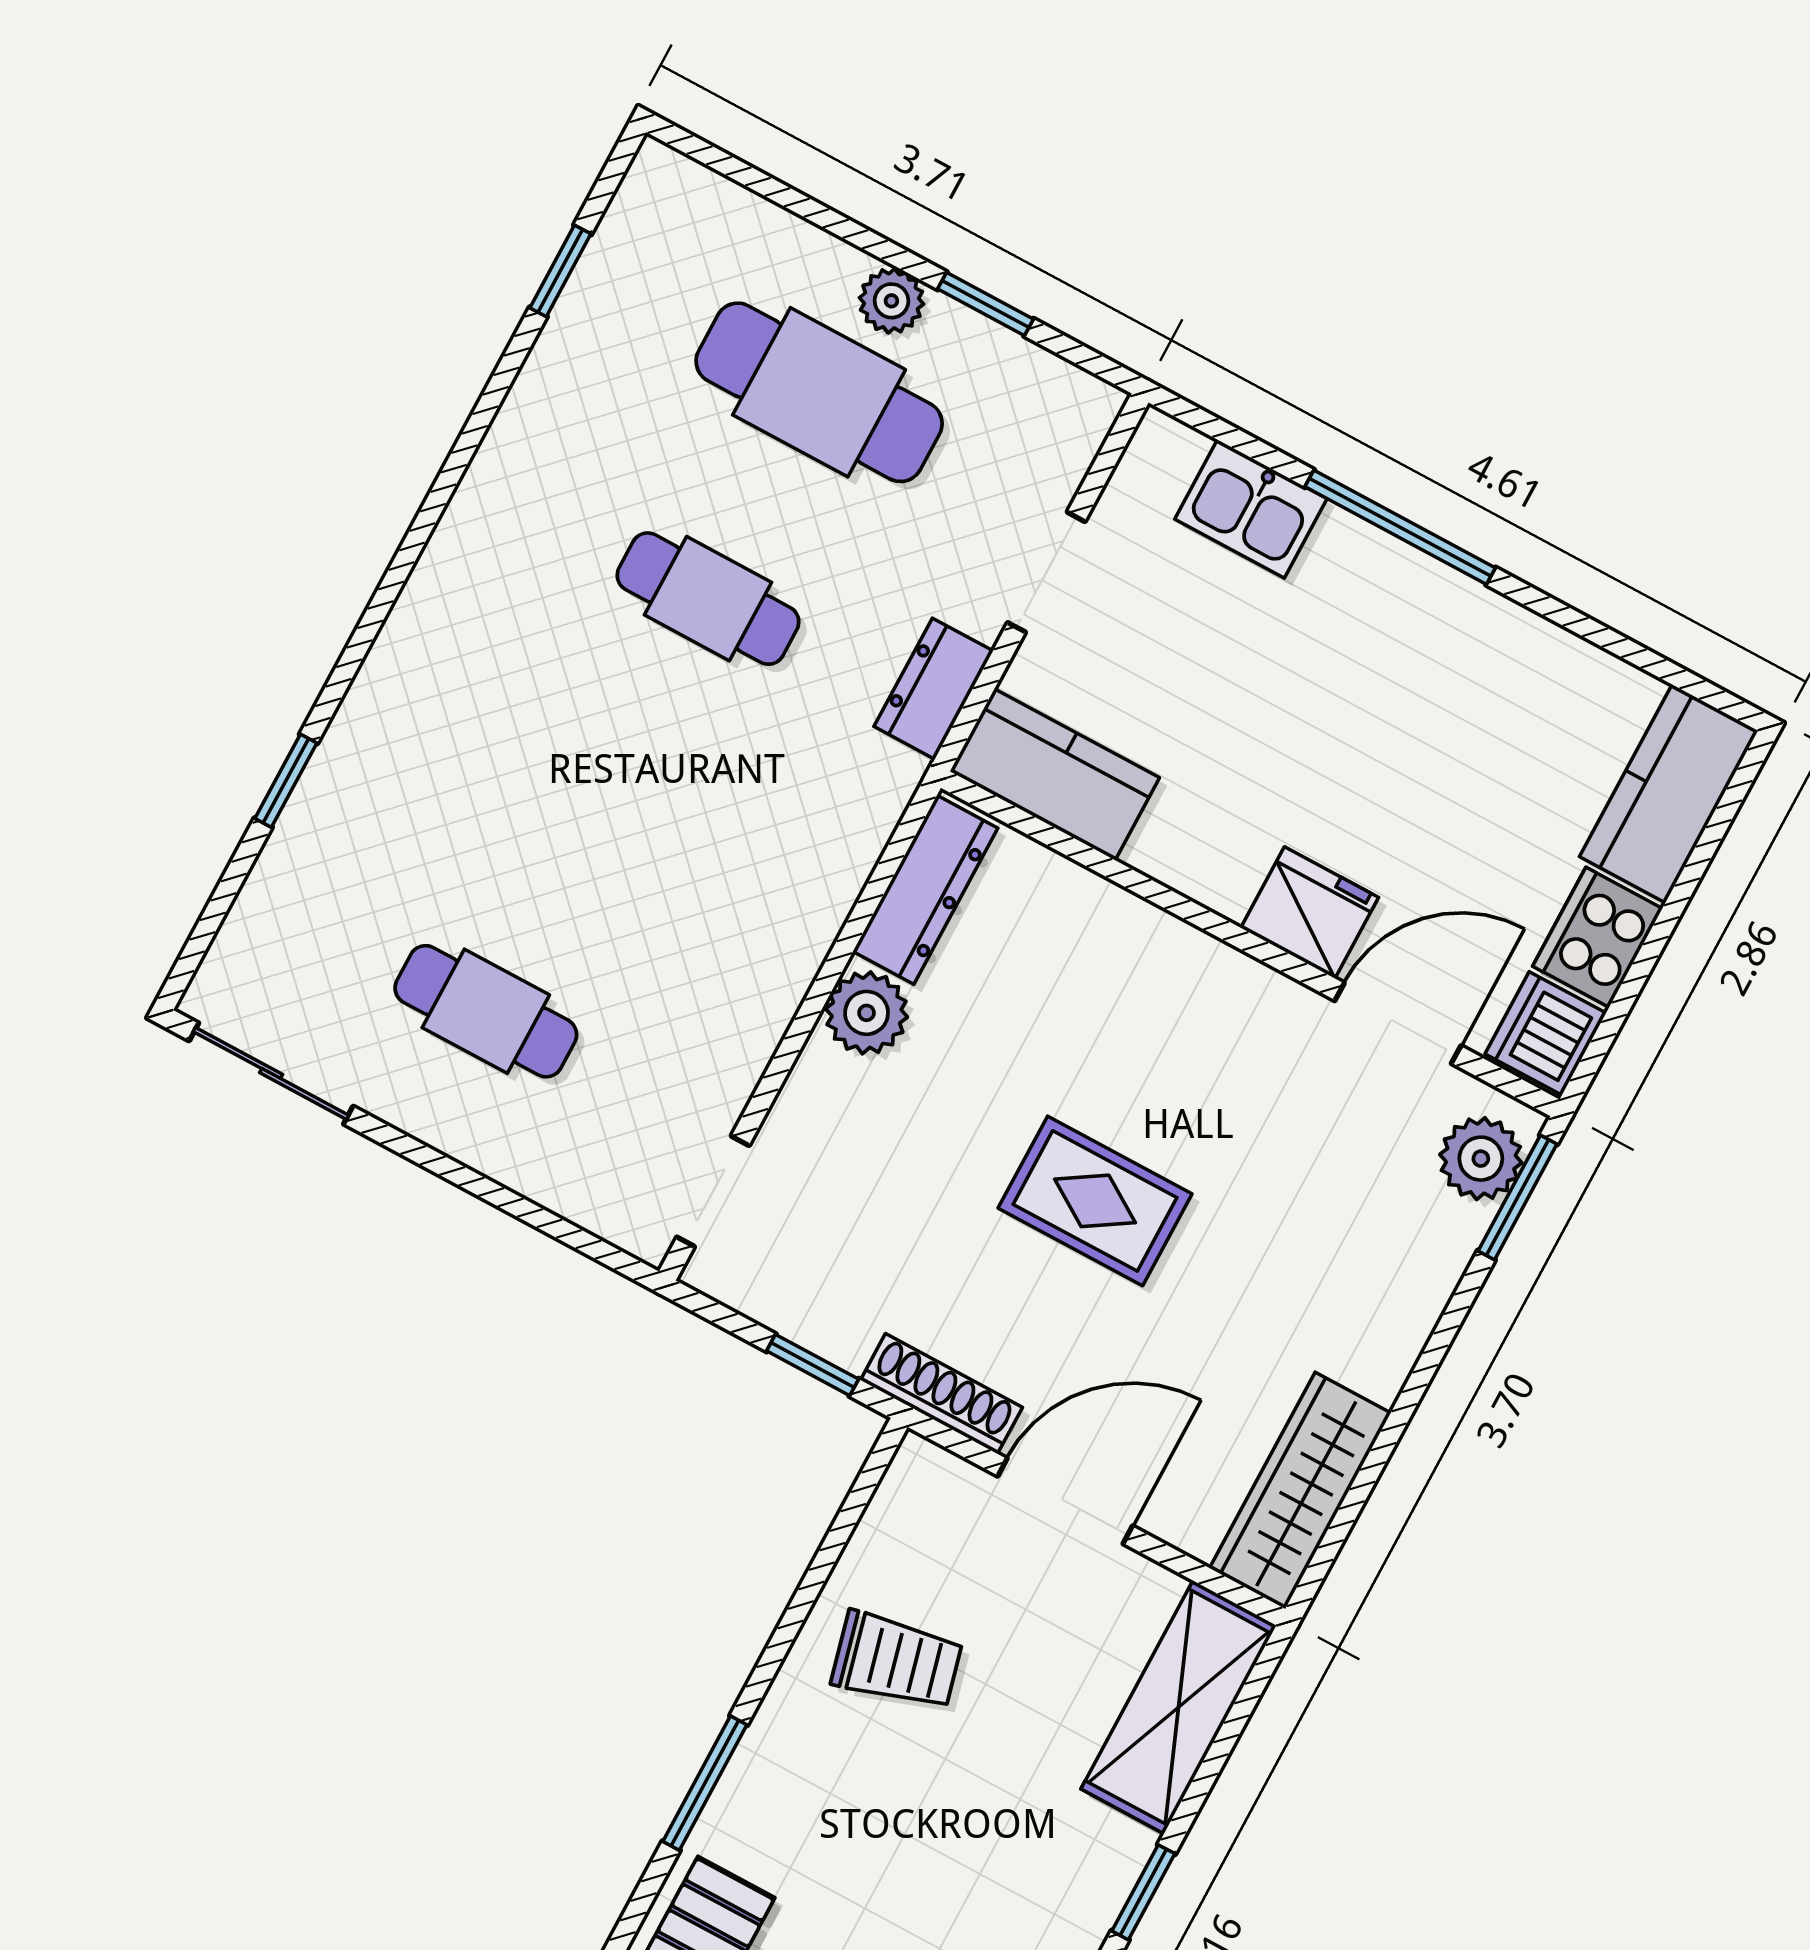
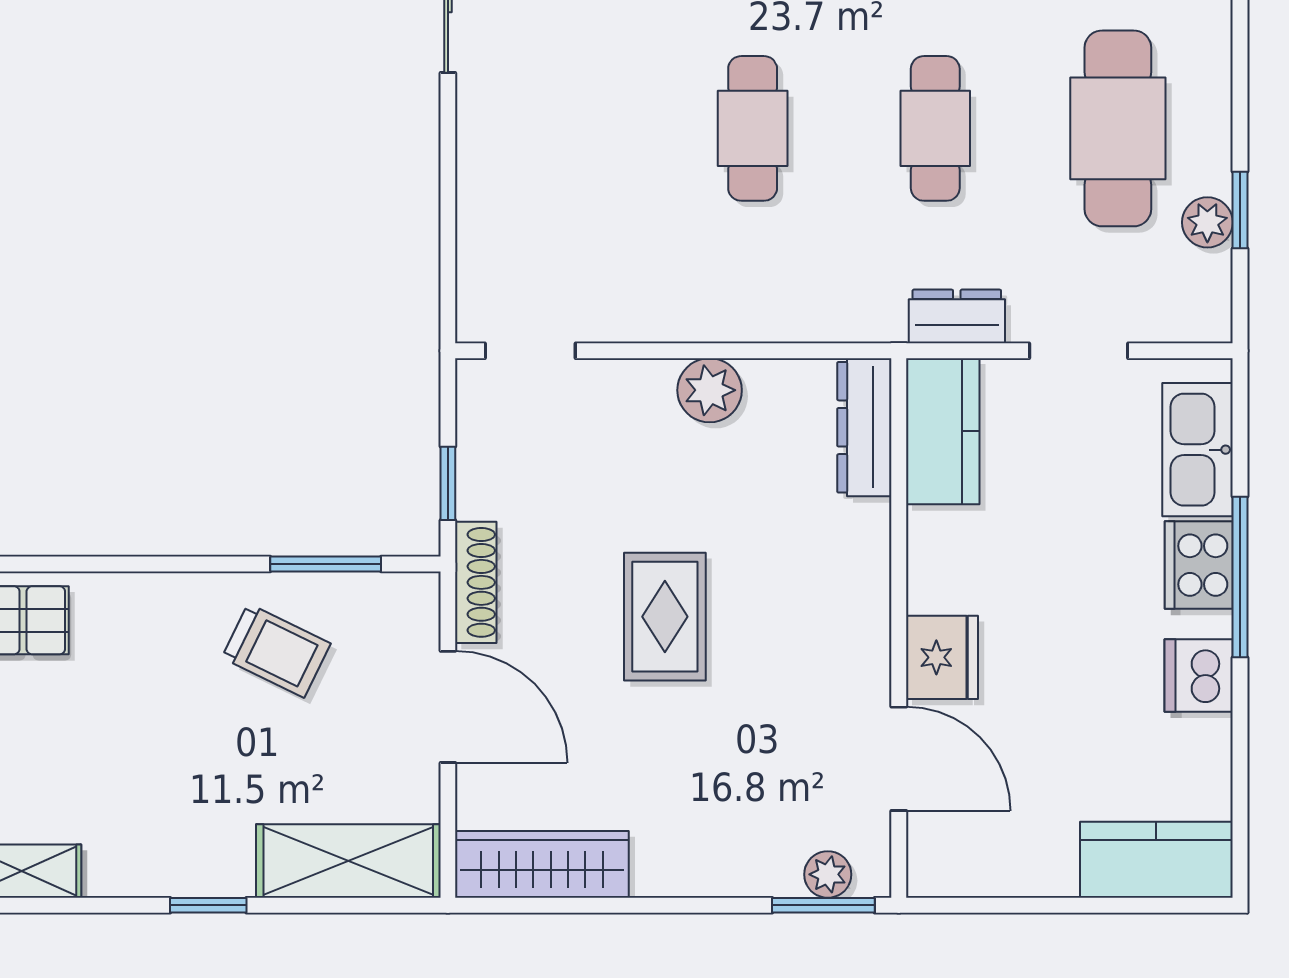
plant: (891, 301) -> (1207, 222), moved
kitchen sink: (1251, 509) -> (1197, 450), width x1.38
dresser: (925, 890) -> (864, 427), moved, turned 90
cooker: (1597, 937) -> (1199, 565), moved, turned -90
cafe table: (486, 1011) -> (753, 128), moved
dishwasher: (1546, 1033) -> (1199, 675), moved, turned -90
plant: (1481, 1159) -> (828, 874), width x0.73, depth x0.73
trolley: (897, 1661) -> (276, 651), turned -50
window: (705, 1783) -> (326, 564), moved

